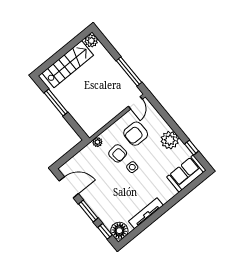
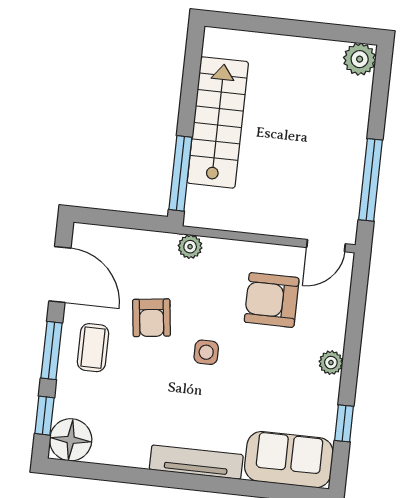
stairs: (68, 64) -> (218, 122), moved, turned -90
window: (56, 103) -> (180, 173), moved
plant: (170, 140) -> (331, 363), width x0.53, depth x0.53
armchair: (118, 153) -> (152, 318), moved
coffee table: (99, 198) -> (93, 348), added
tv unit: (146, 213) -> (196, 462), moved

